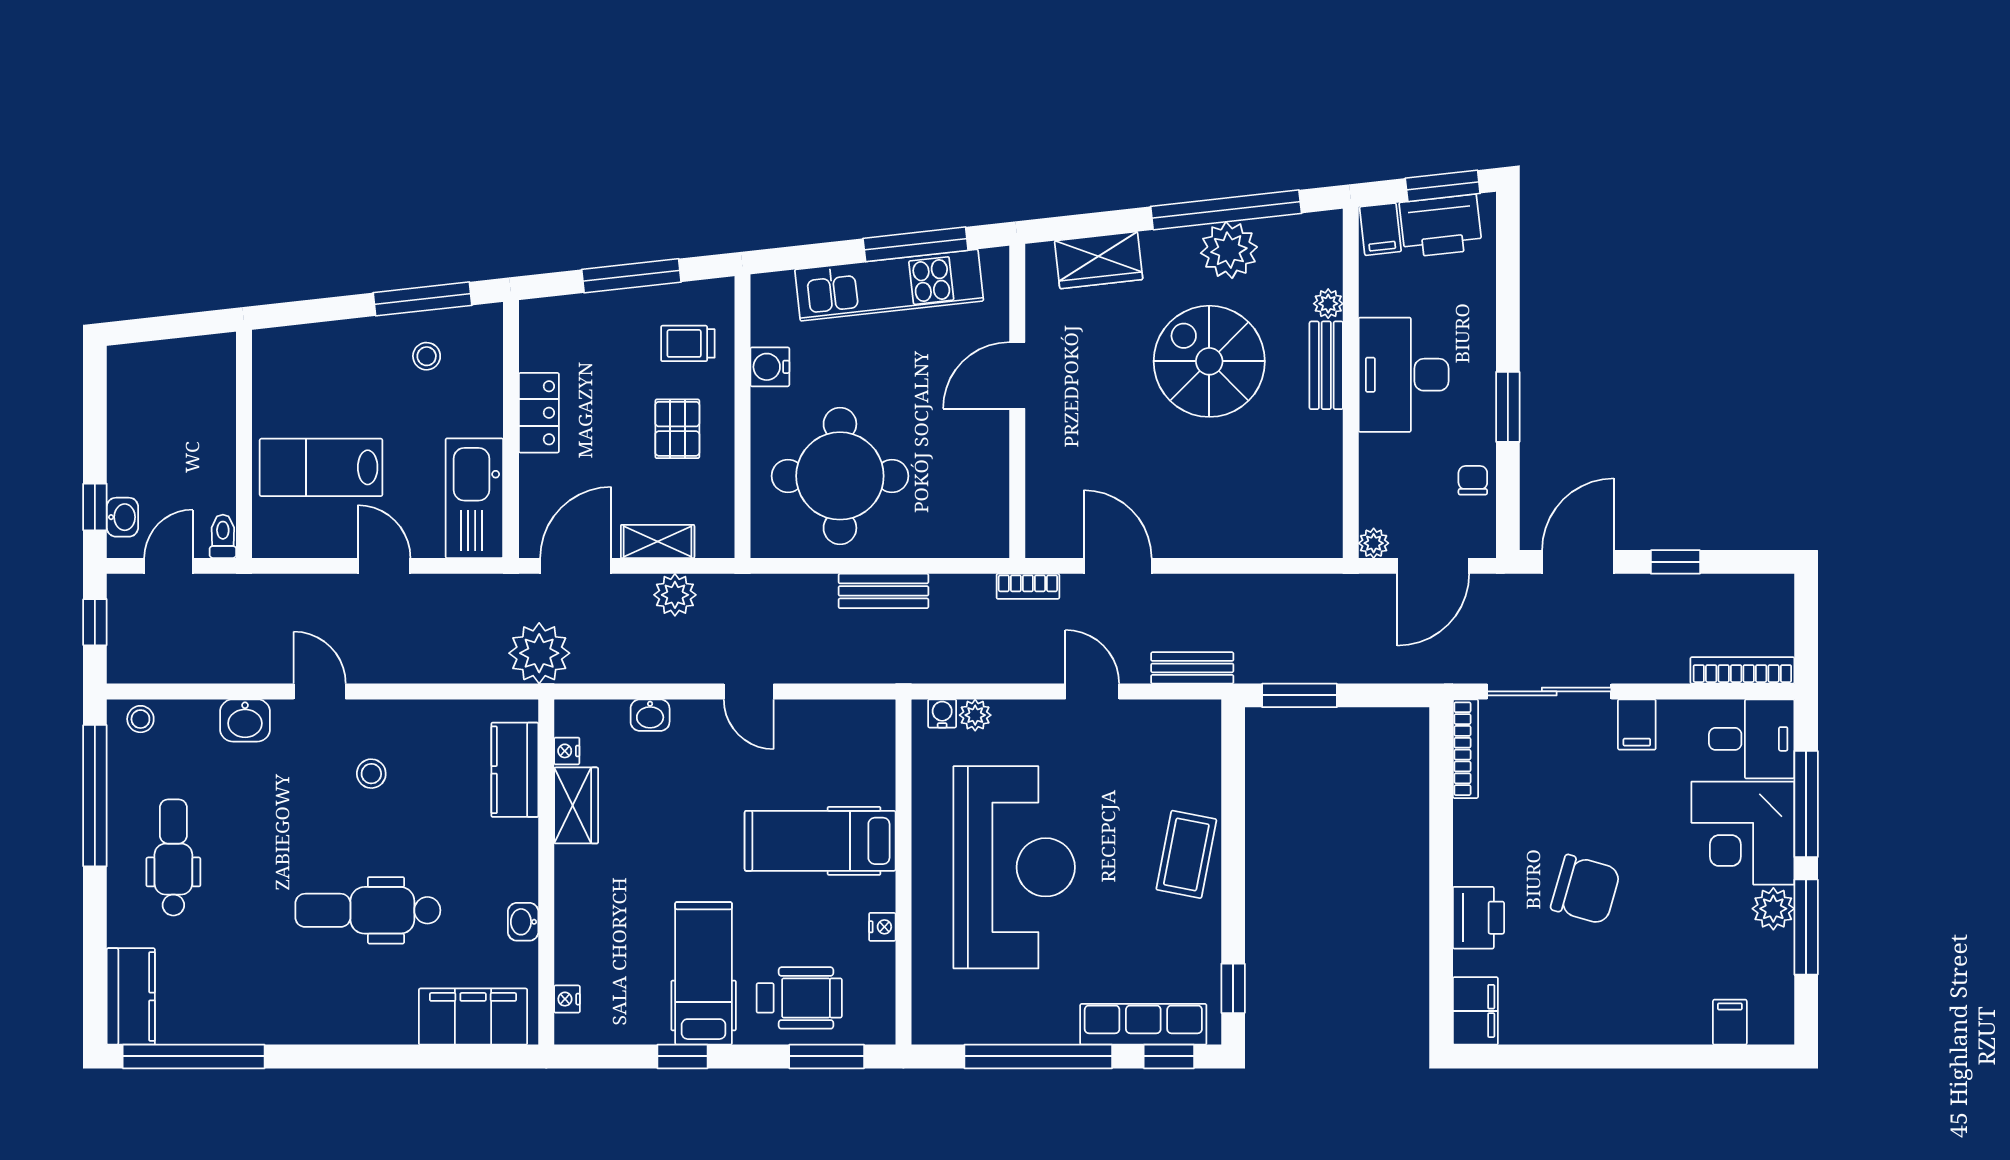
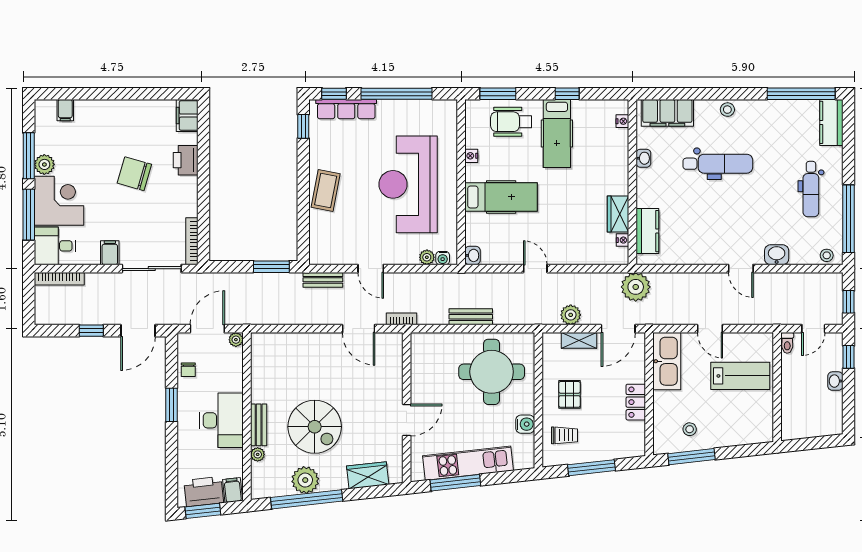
washbasin: (122, 517) -> (835, 381), moved
washbasin: (650, 715) -> (473, 255), moved, turned 90
stool: (371, 774) -> (727, 110), moved

